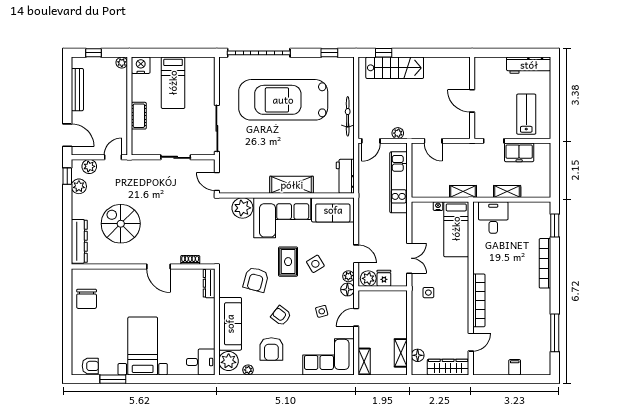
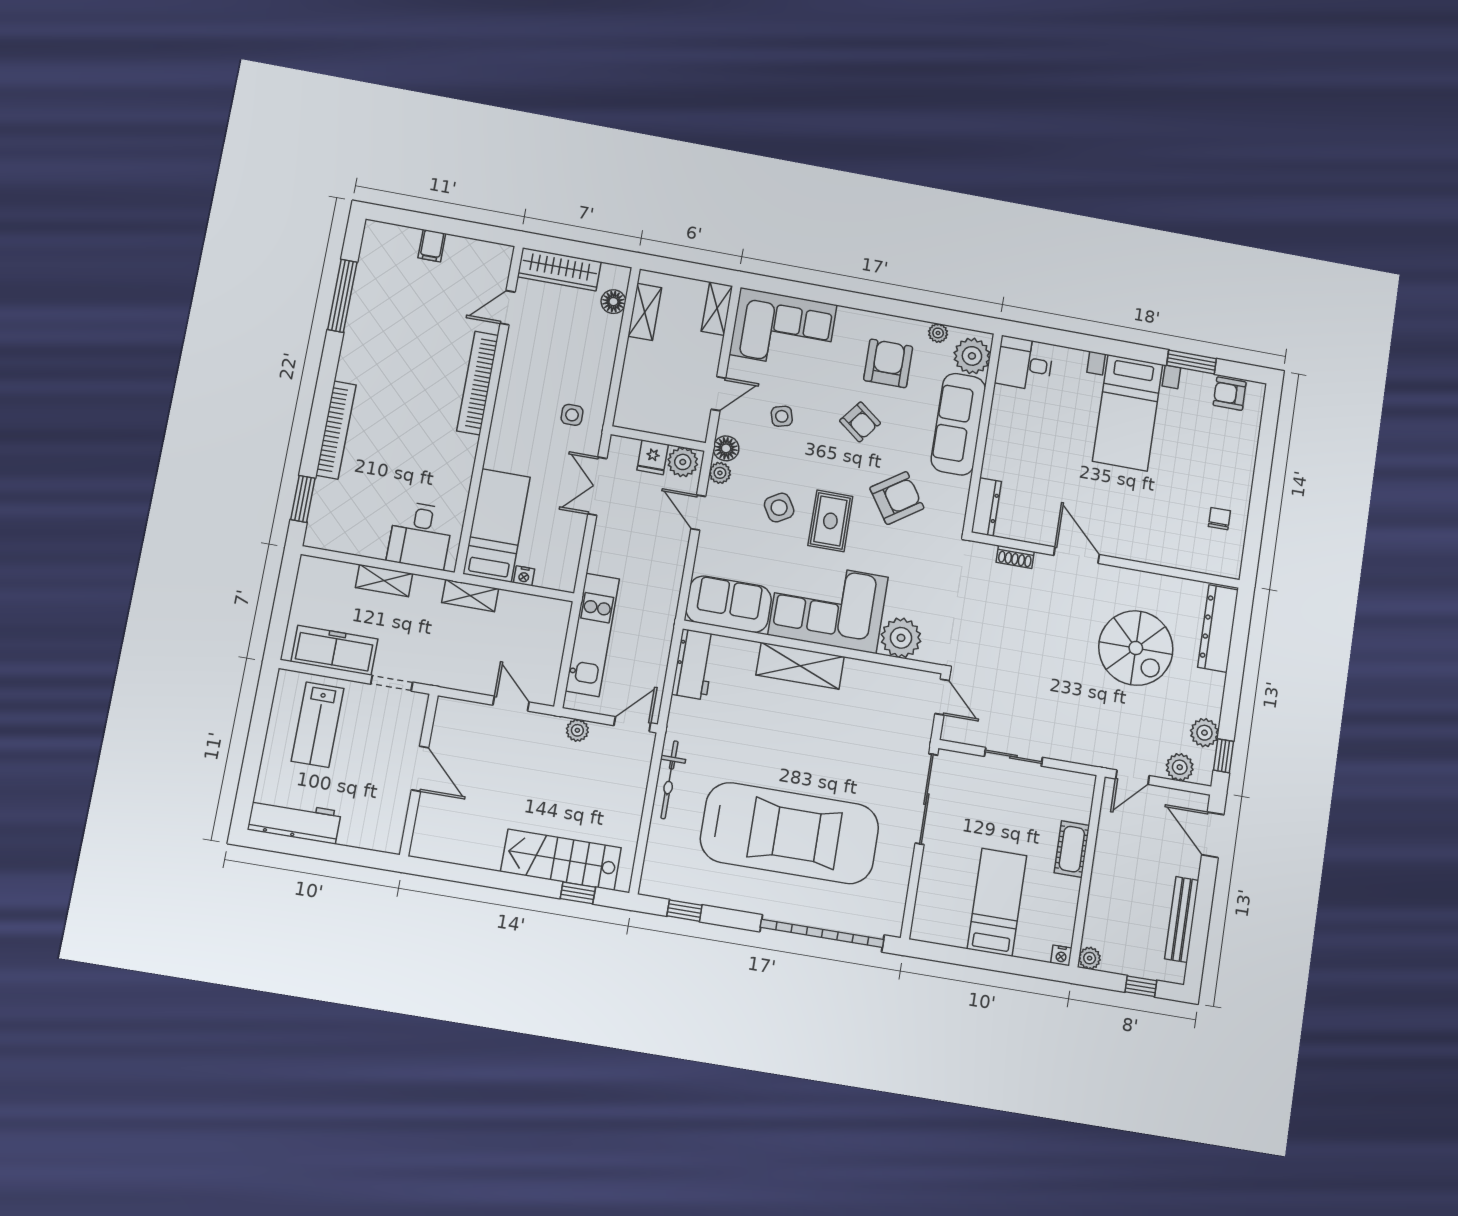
nightstand: (141, 65) -> (1061, 955), width x0.53, depth x0.56
freezer: (519, 152) -> (334, 650), width x1.40
armchair: (256, 280) -> (897, 498), turned 41
chair: (87, 299) -> (1219, 519), width x0.54, depth x0.54

